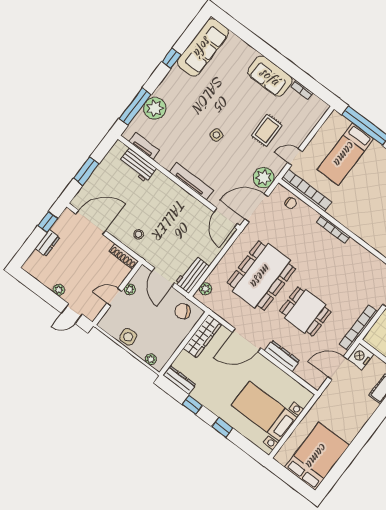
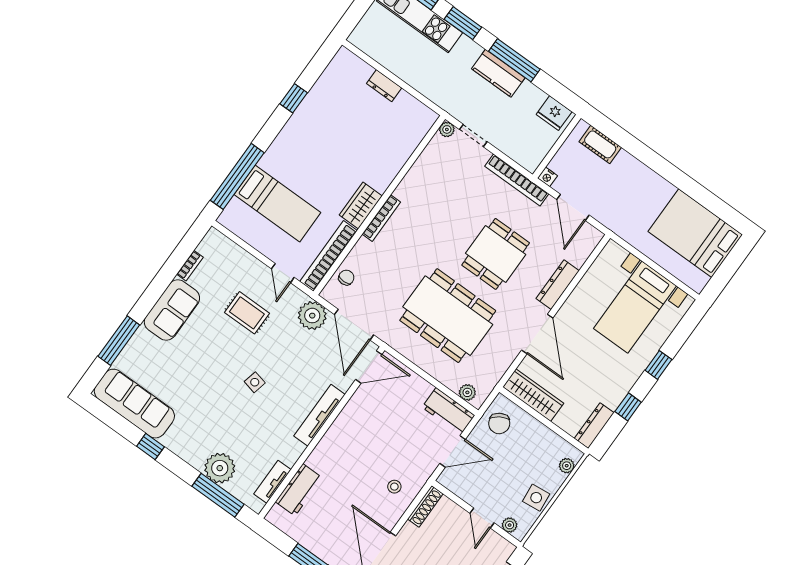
window: (249, 37) -> (119, 341), added
wardrobe: (343, 215) -> (361, 206), added
plant: (130, 289) -> (510, 525), moved
nightstand: (361, 356) -> (547, 177), width x0.53, depth x0.56

